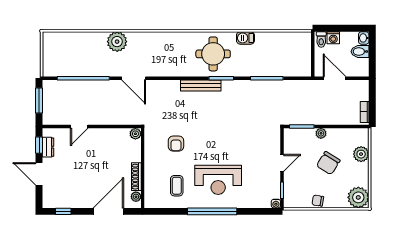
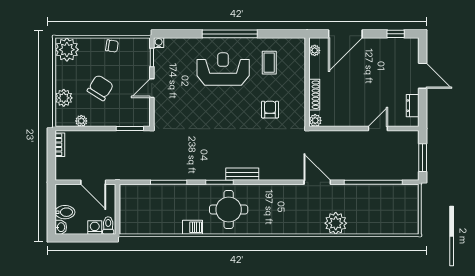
bench: (201, 86) -> (242, 174), width x0.73
plant: (321, 133) -> (81, 121), moved
window: (39, 145) -> (423, 108), removed
shoe rack: (136, 177) -> (314, 95), moved

